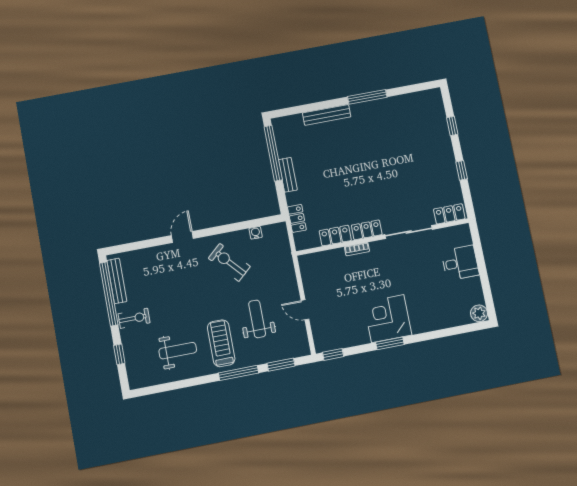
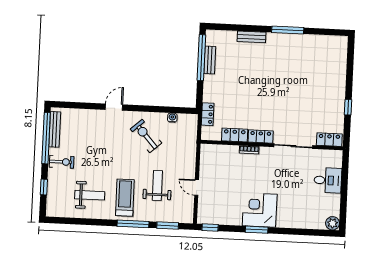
bench: (327, 115) -> (251, 37), width x0.73
window: (452, 126) -> (350, 70), removed
bench: (288, 175) -> (210, 60), moved

